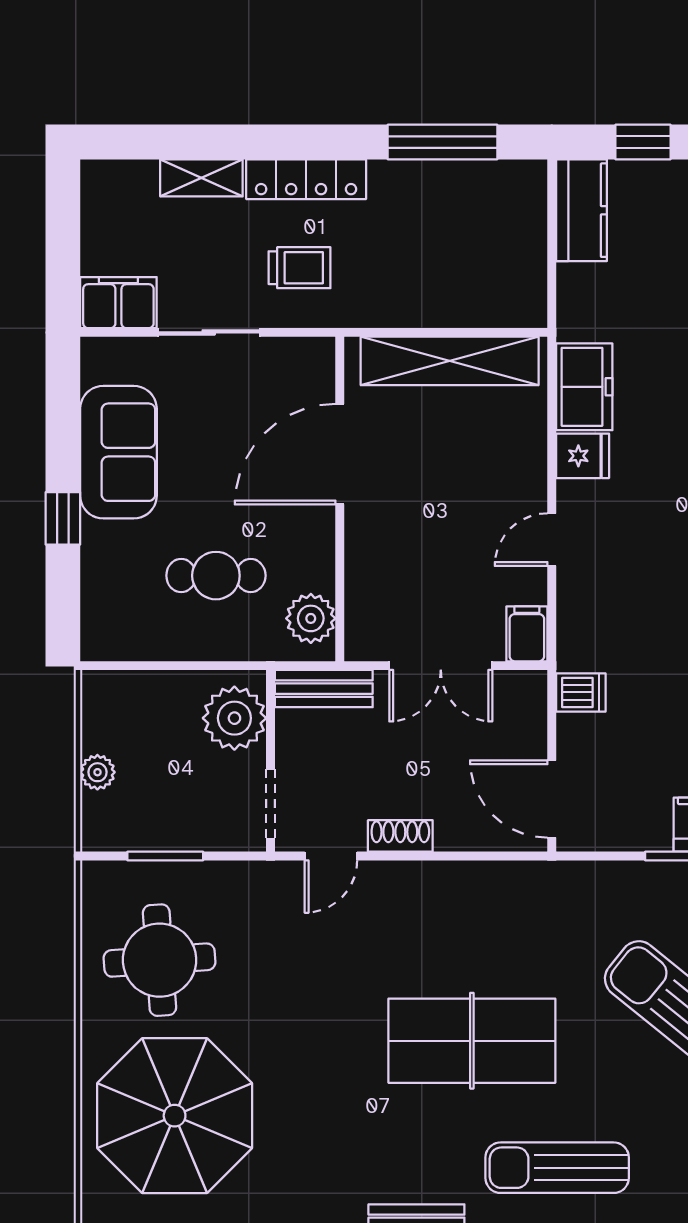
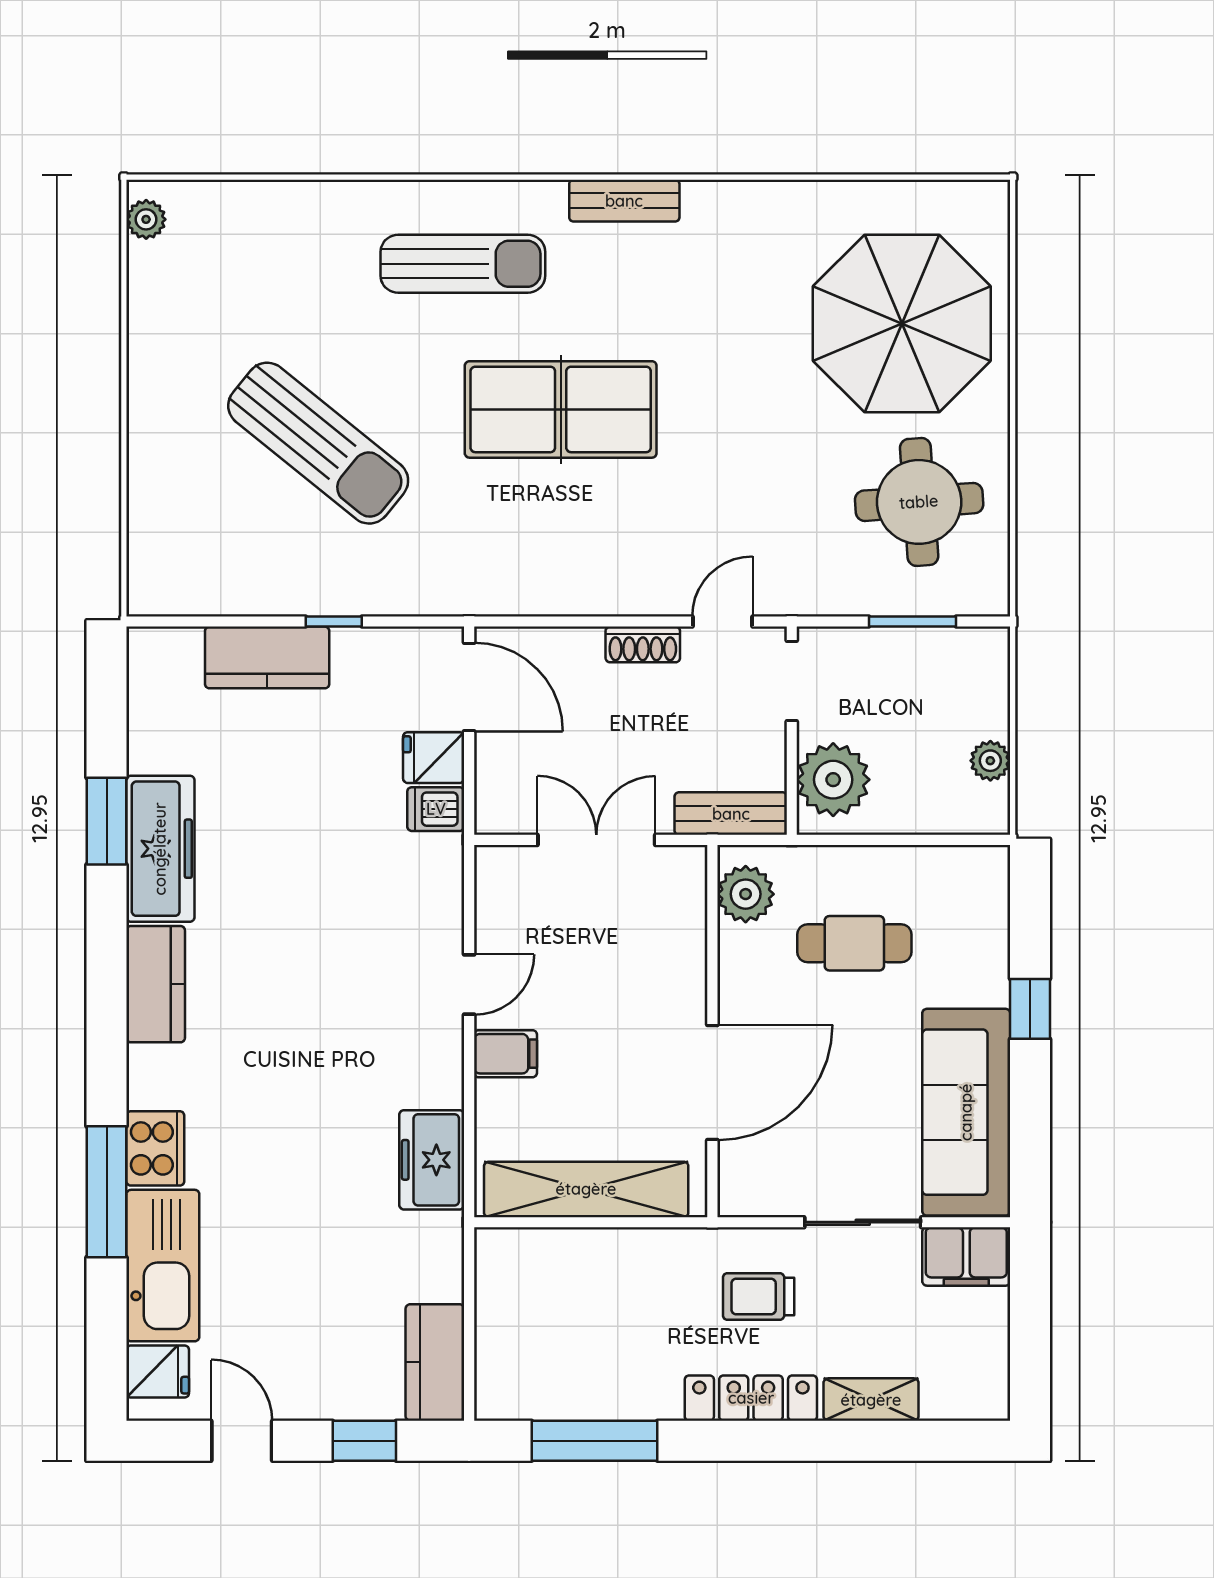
sofa: (118, 452) -> (966, 1112), width x1.36
fridge: (583, 456) -> (434, 758), moved
filing cabinet: (527, 634) -> (505, 1054), moved, turned -90
plant: (97, 772) -> (990, 761), moved

